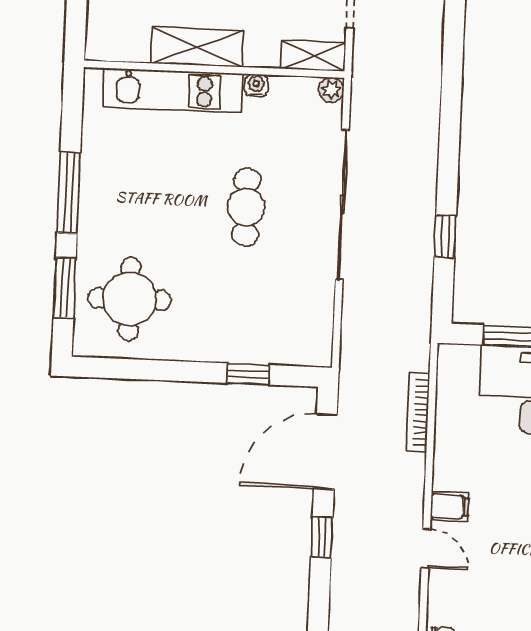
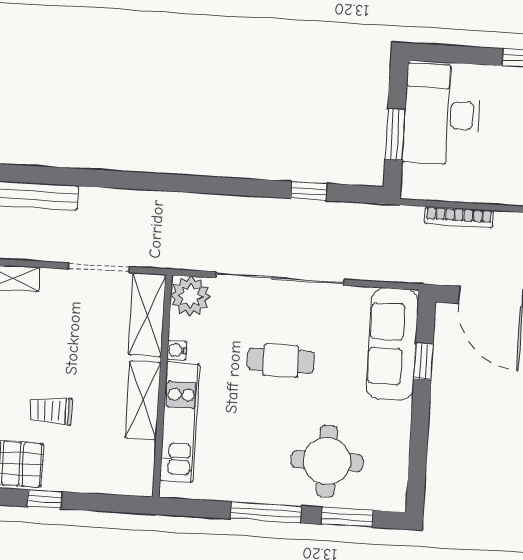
shelving: (313, 56) -> (147, 315), width x1.50, depth x1.33
plant: (331, 90) -> (190, 296), width x1.87, depth x1.87
round table: (129, 299) -> (327, 461), moved
sofa: (268, 337) -> (392, 344), added

